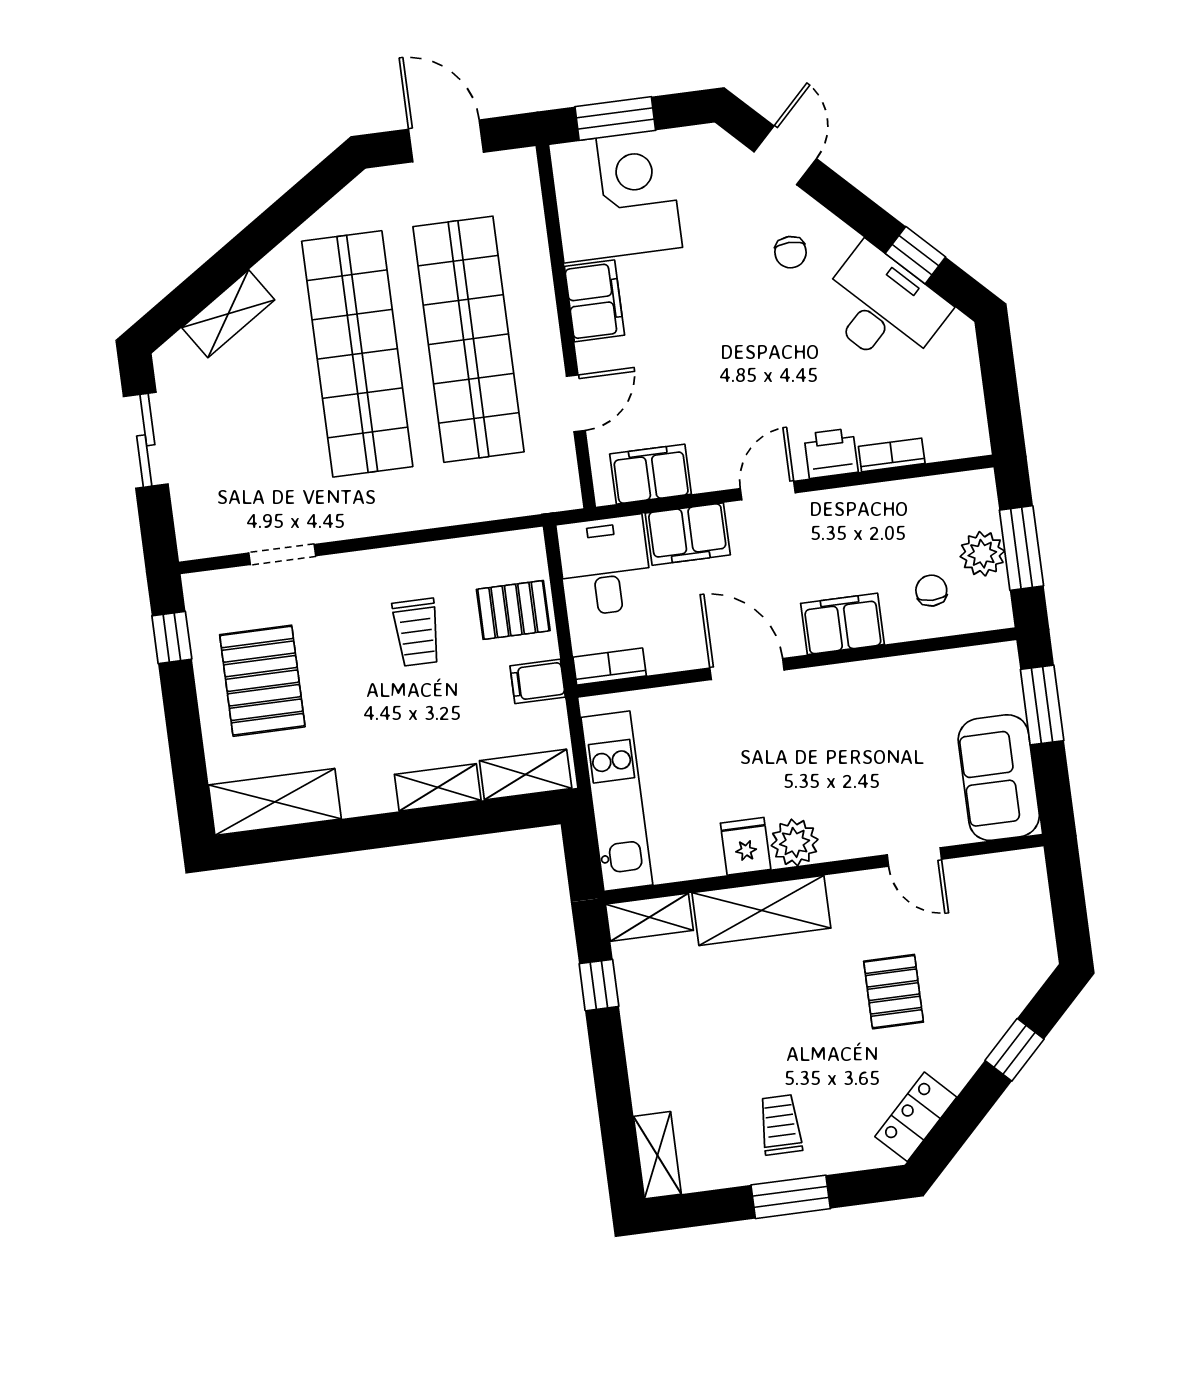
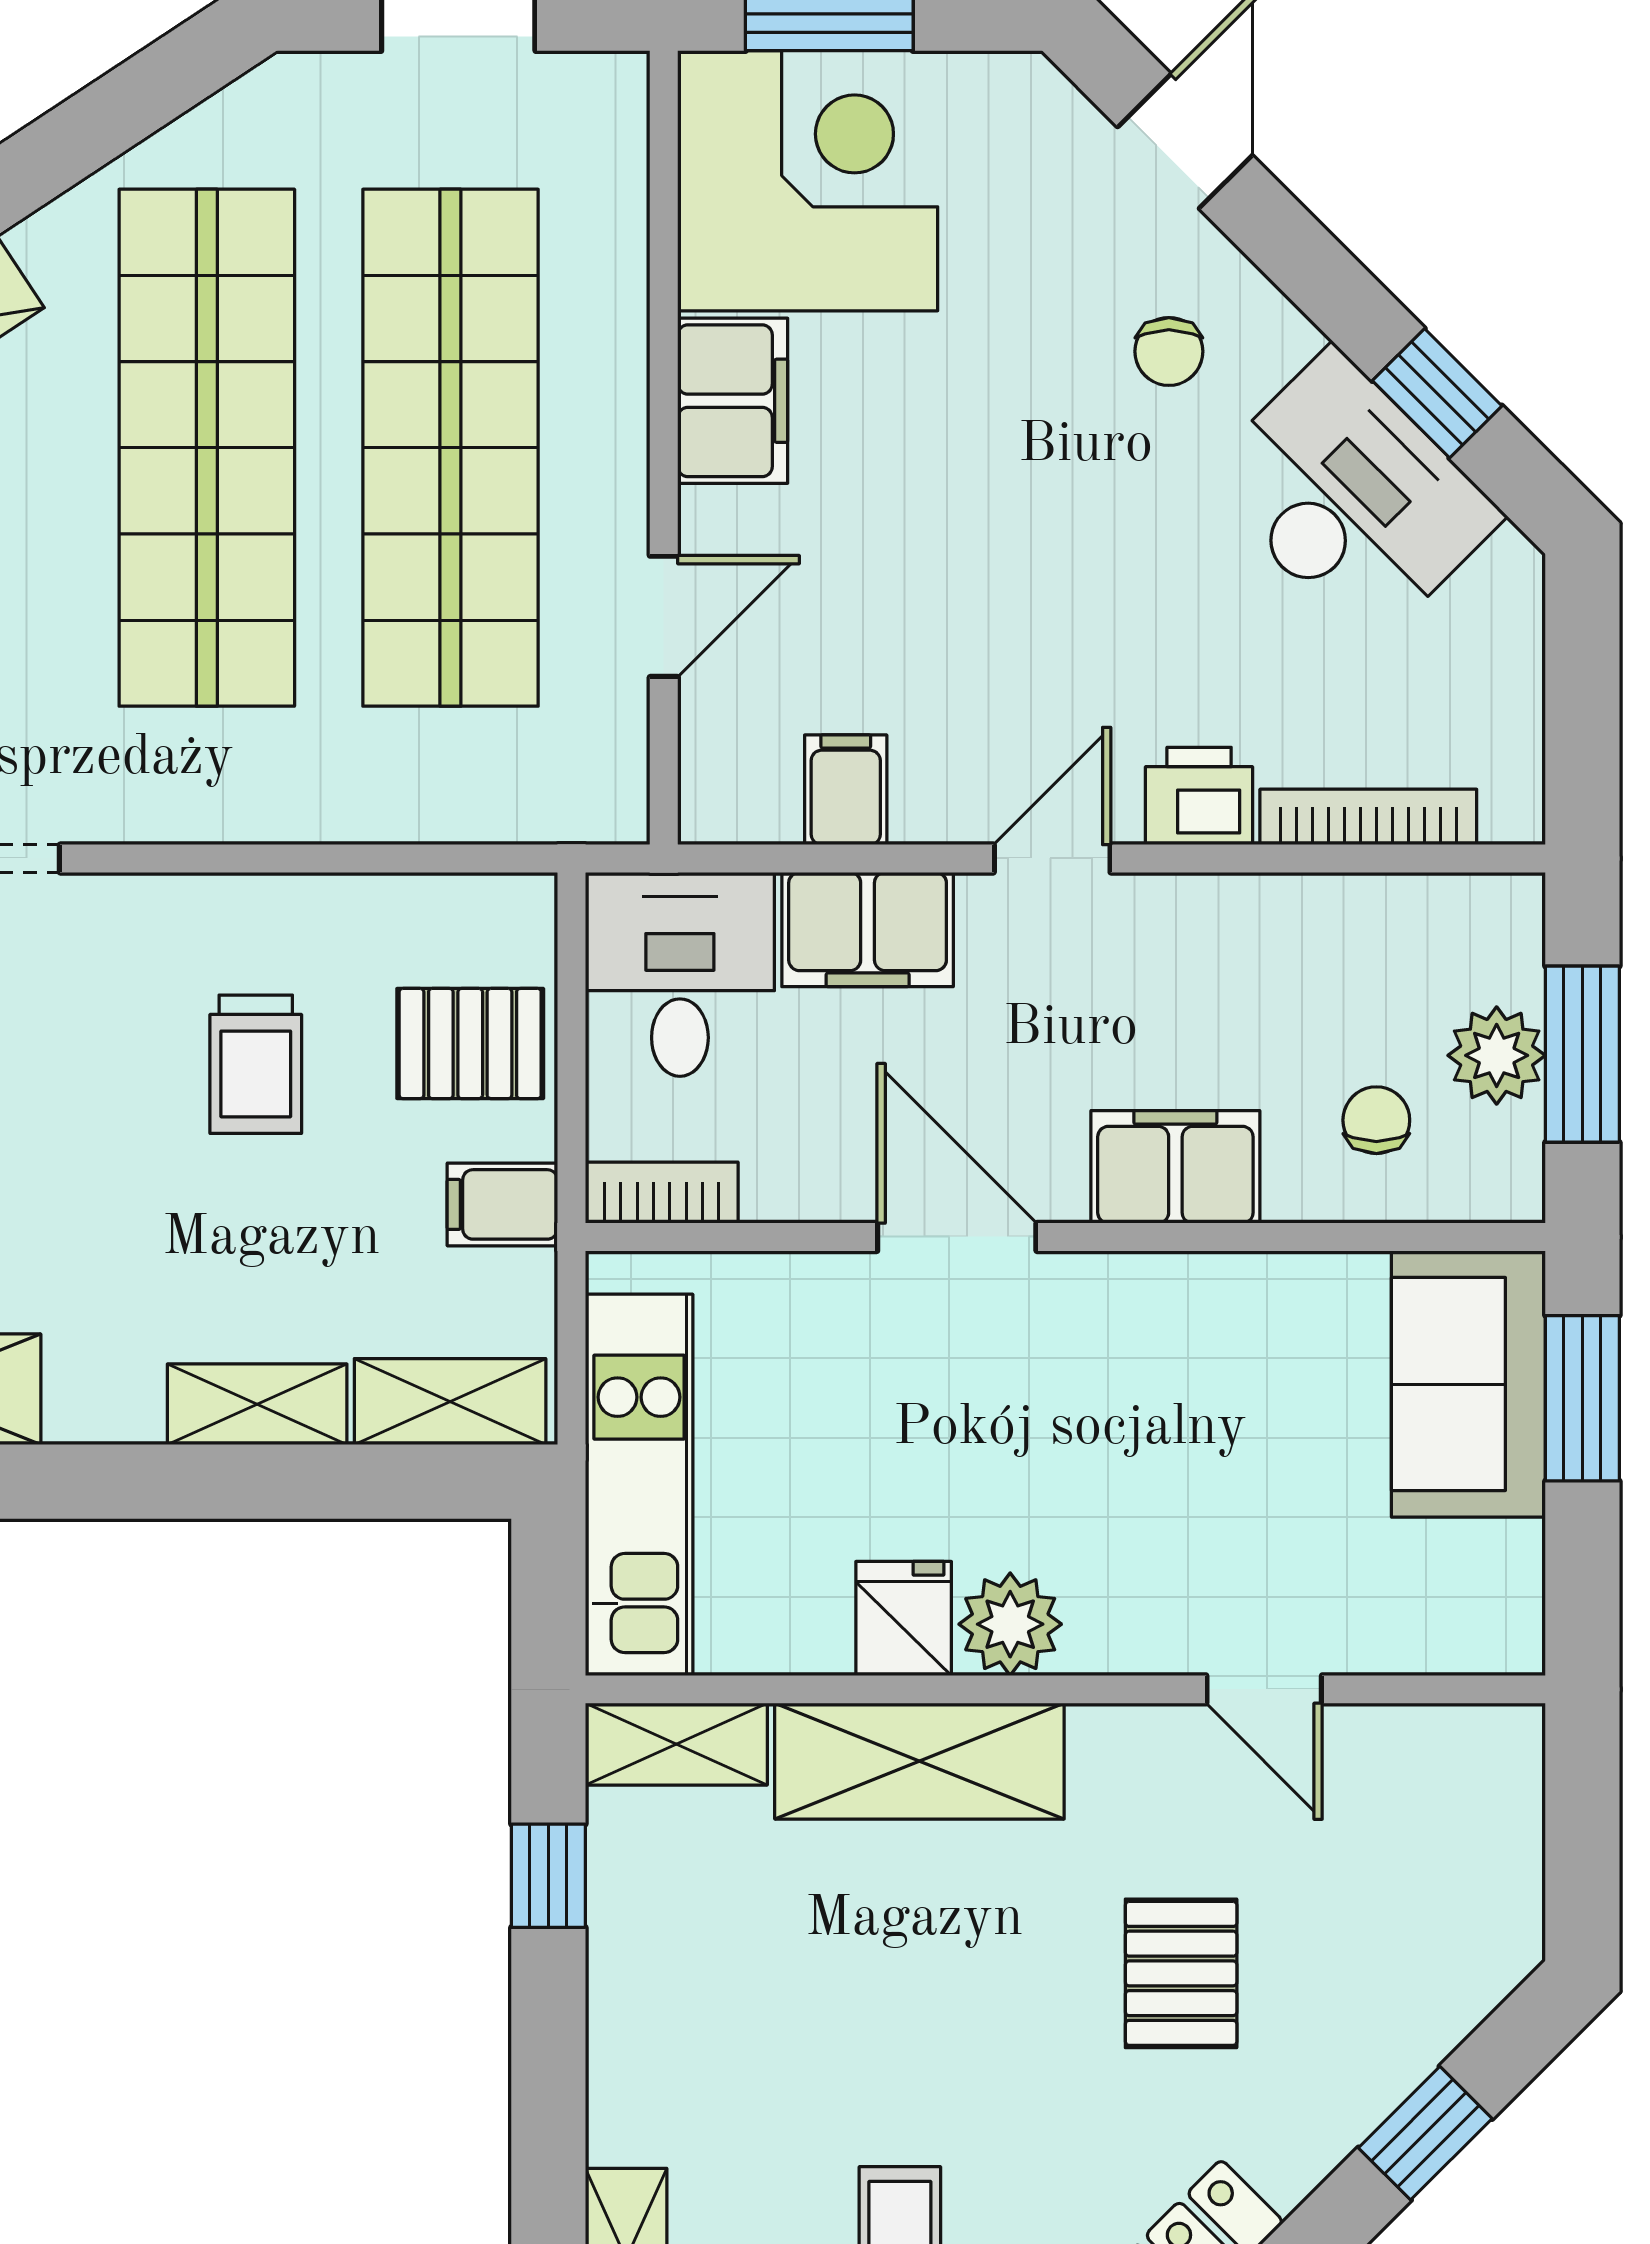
bookcase: (892, 455) -> (1368, 817), width x1.56
filing cabinet: (651, 474) -> (846, 790), width x0.50
sofa: (999, 778) -> (1468, 1384), moved

